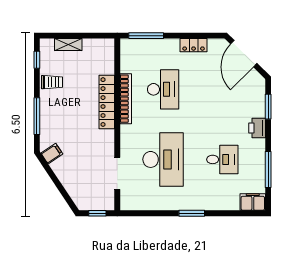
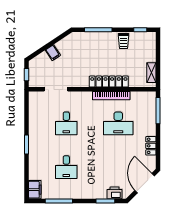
shelving: (68, 45) -> (151, 73), moved
door: (244, 54) -> (145, 183), hinge flipped
printer: (257, 128) -> (114, 193), moved
filing cabinet: (52, 154) -> (53, 53), moved
desk: (163, 159) -> (66, 123), width x0.53, depth x0.77

